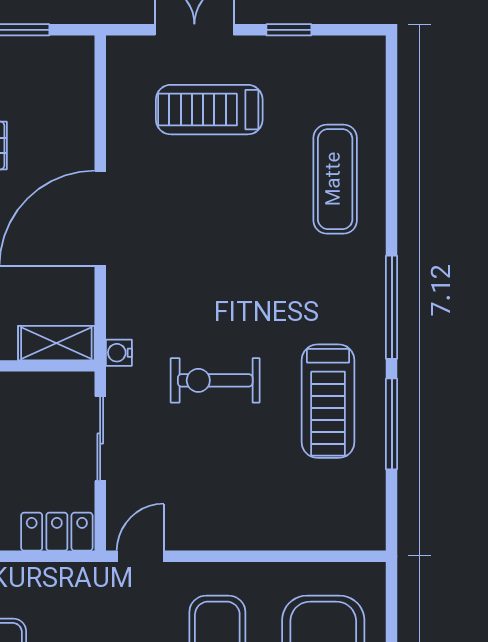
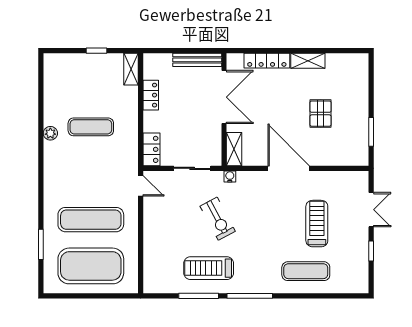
treadmill: (209, 110) -> (317, 224), moved
exercise bike: (215, 380) -> (218, 219), turned 152

